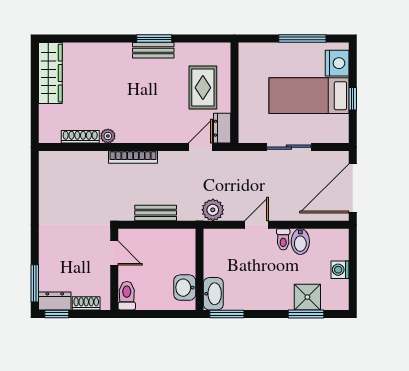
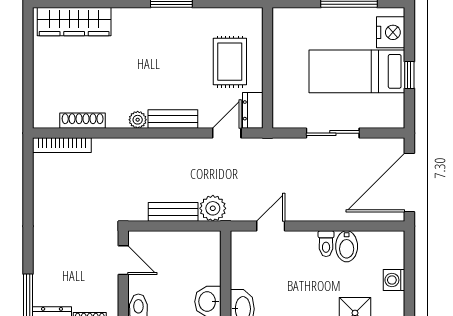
bench: (153, 50) -> (173, 119), moved
wardrobe: (50, 73) -> (74, 22), moved, turned 90
plant: (108, 136) -> (138, 120), moved
bookcase: (133, 157) -> (62, 145), moved
plant: (213, 210) -> (213, 208), moved
door: (257, 225) -> (271, 226), moved

